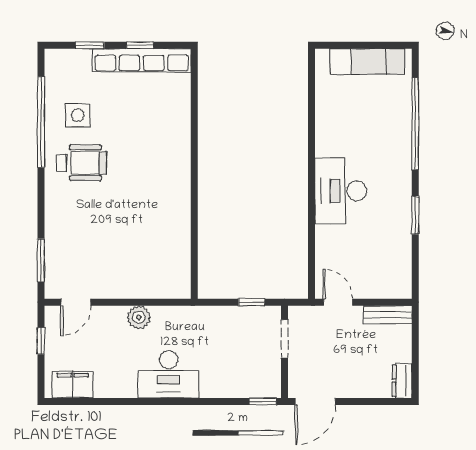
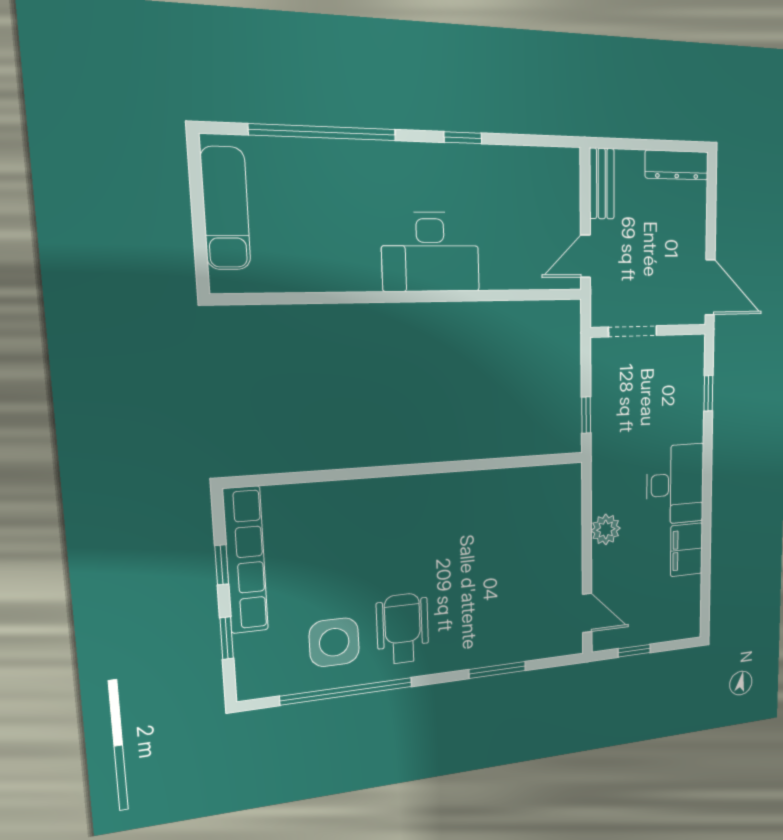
side table: (78, 115) -> (334, 642), width x1.37, depth x1.37
window: (415, 215) -> (463, 138), width x0.67
window: (41, 260) -> (497, 670), moved
window: (252, 302) -> (586, 415), moved
dresser: (402, 381) -> (677, 165), width x1.44
filing cabinet: (73, 385) -> (686, 550), moved
window: (263, 401) -> (708, 393), moved

